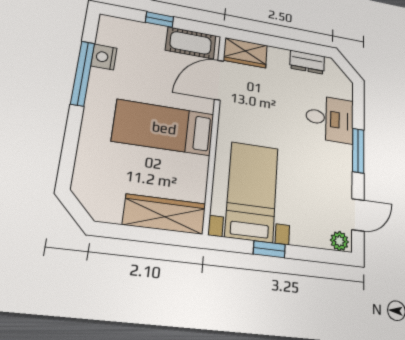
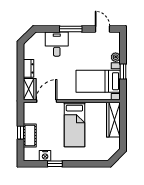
cot: (191, 43) -> (30, 135), moved
dresser: (307, 62) -> (29, 68), moved
window: (83, 73) -> (55, 164), width x0.46
door: (219, 80) -> (47, 101), swing flipped
plant: (339, 241) -> (116, 57), moved

